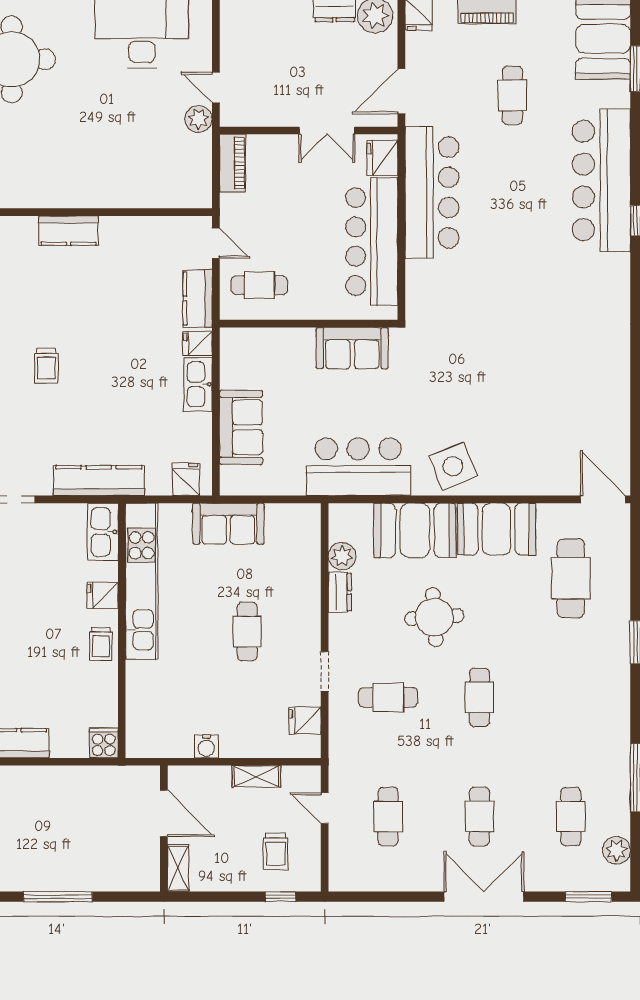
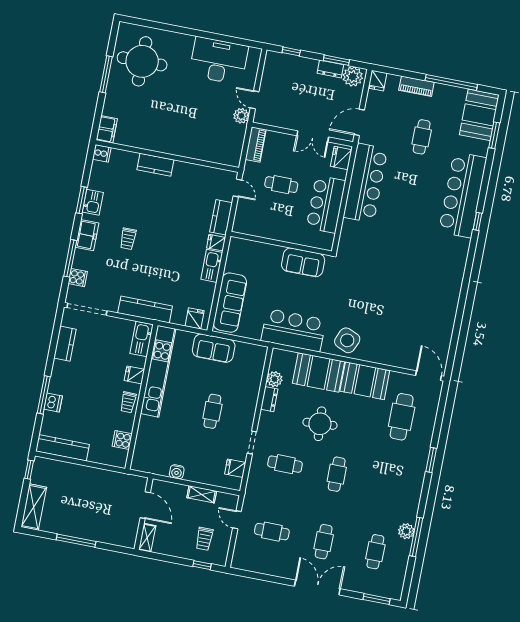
bar counter: (372, 242) -> (326, 204), width x0.73
cafe table: (259, 285) -> (281, 185), moved
sofa: (241, 427) -> (230, 303), width x1.36
side table: (453, 466) -> (347, 340), turned 45
cooker: (104, 743) -> (122, 440), moved, turned -90
cafe table: (388, 816) -> (272, 532), turned 90
plant: (617, 850) -> (406, 531), moved

